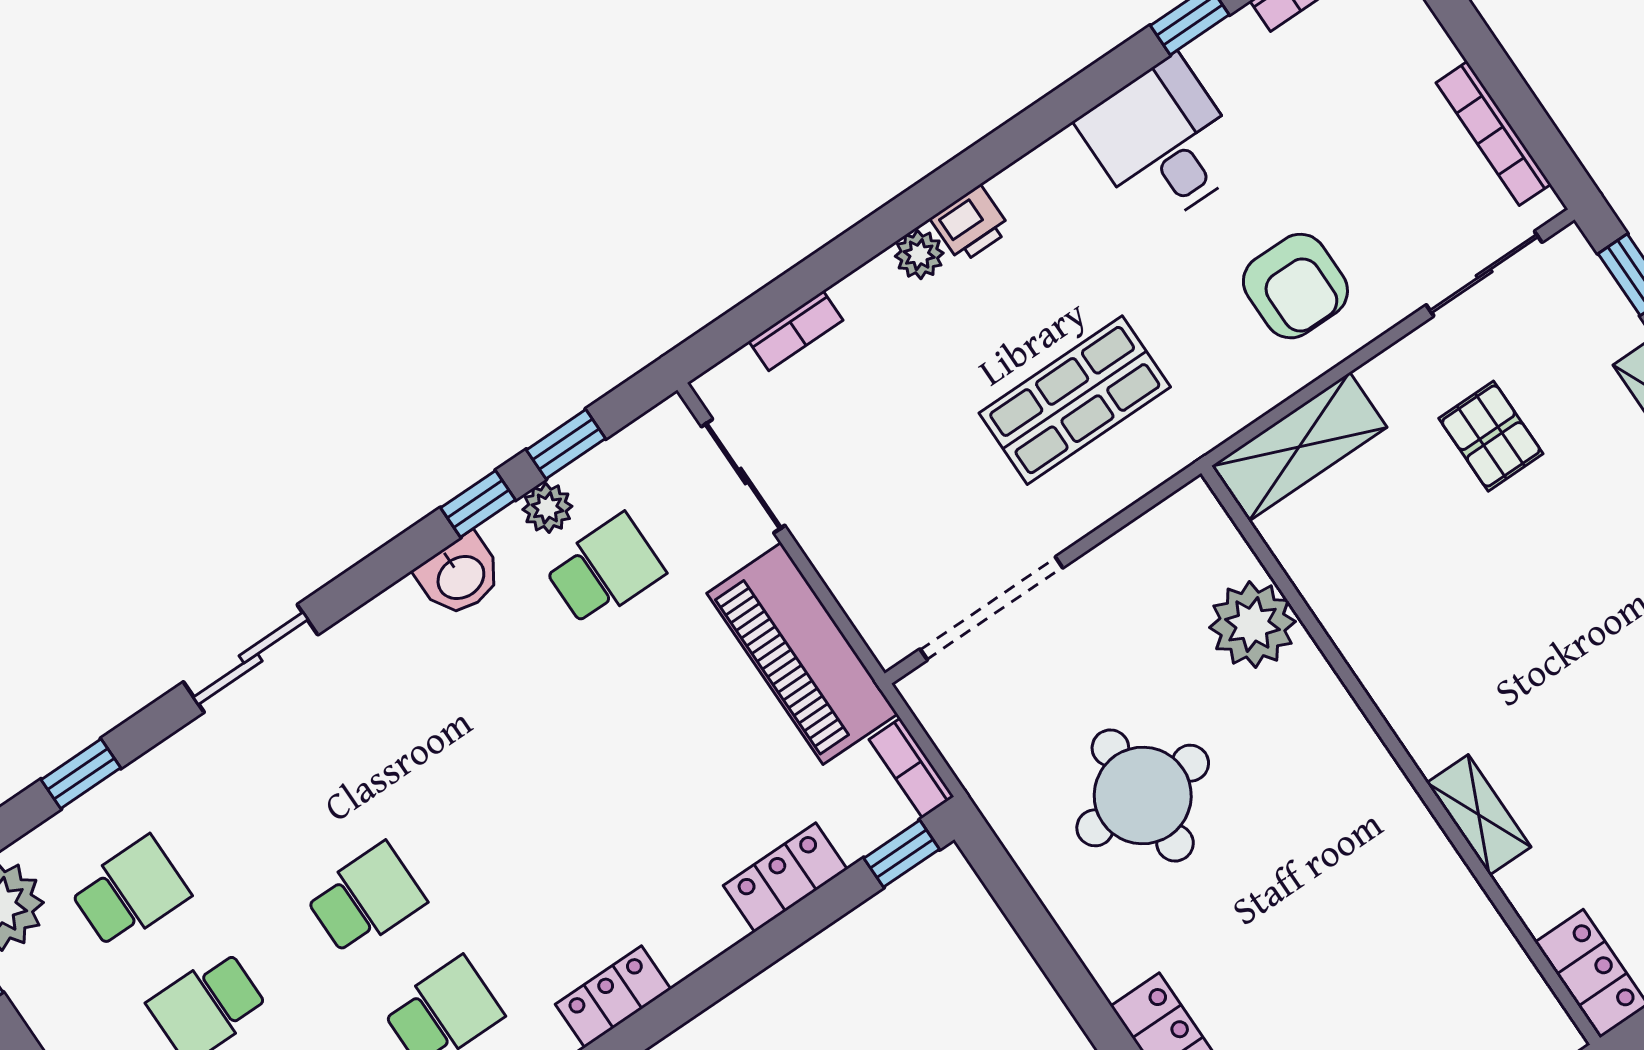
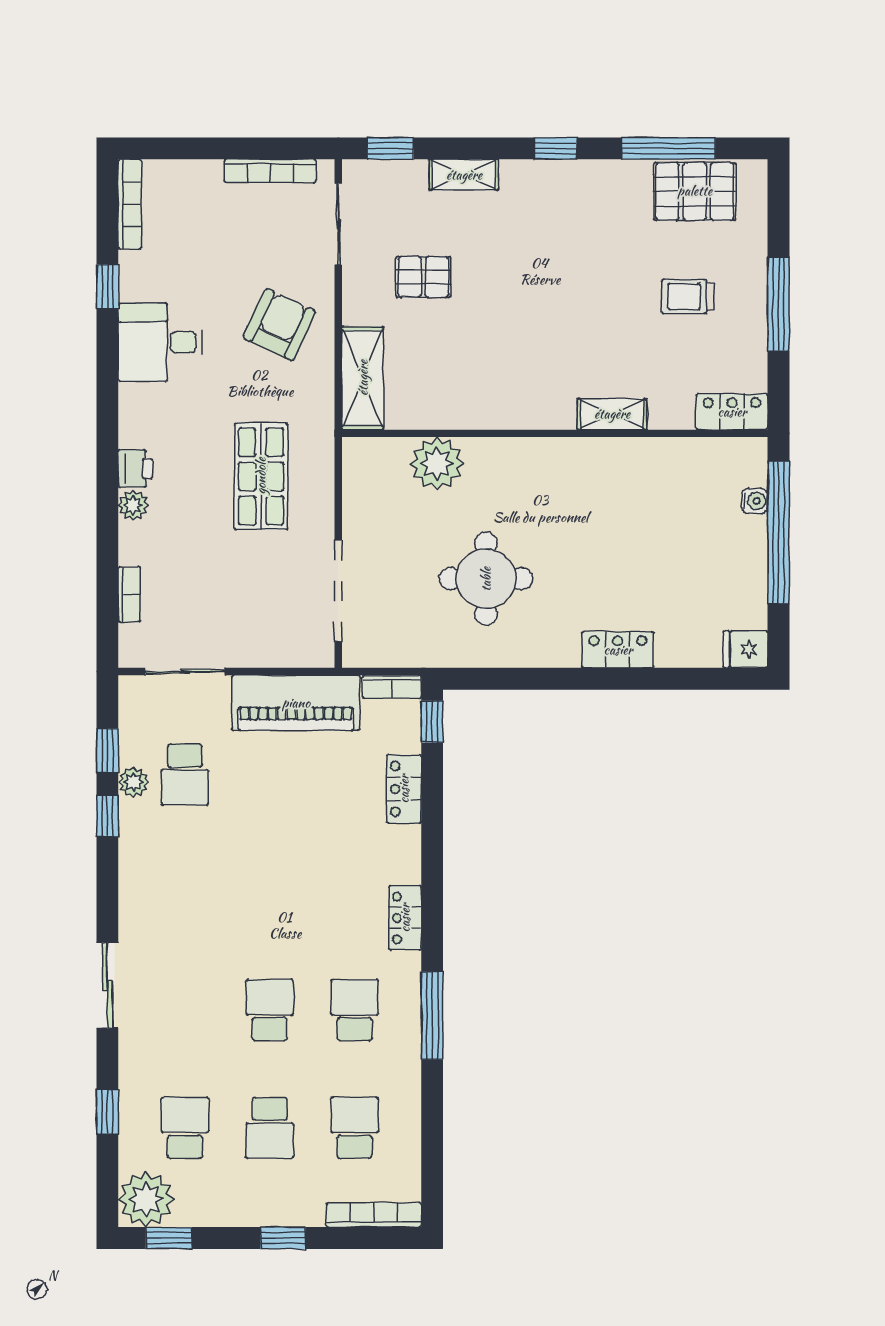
armchair: (1295, 286) -> (279, 325), turned -65
school desk: (605, 570) -> (185, 774), turned 180
washbasin: (460, 576) -> (138, 850), removed

